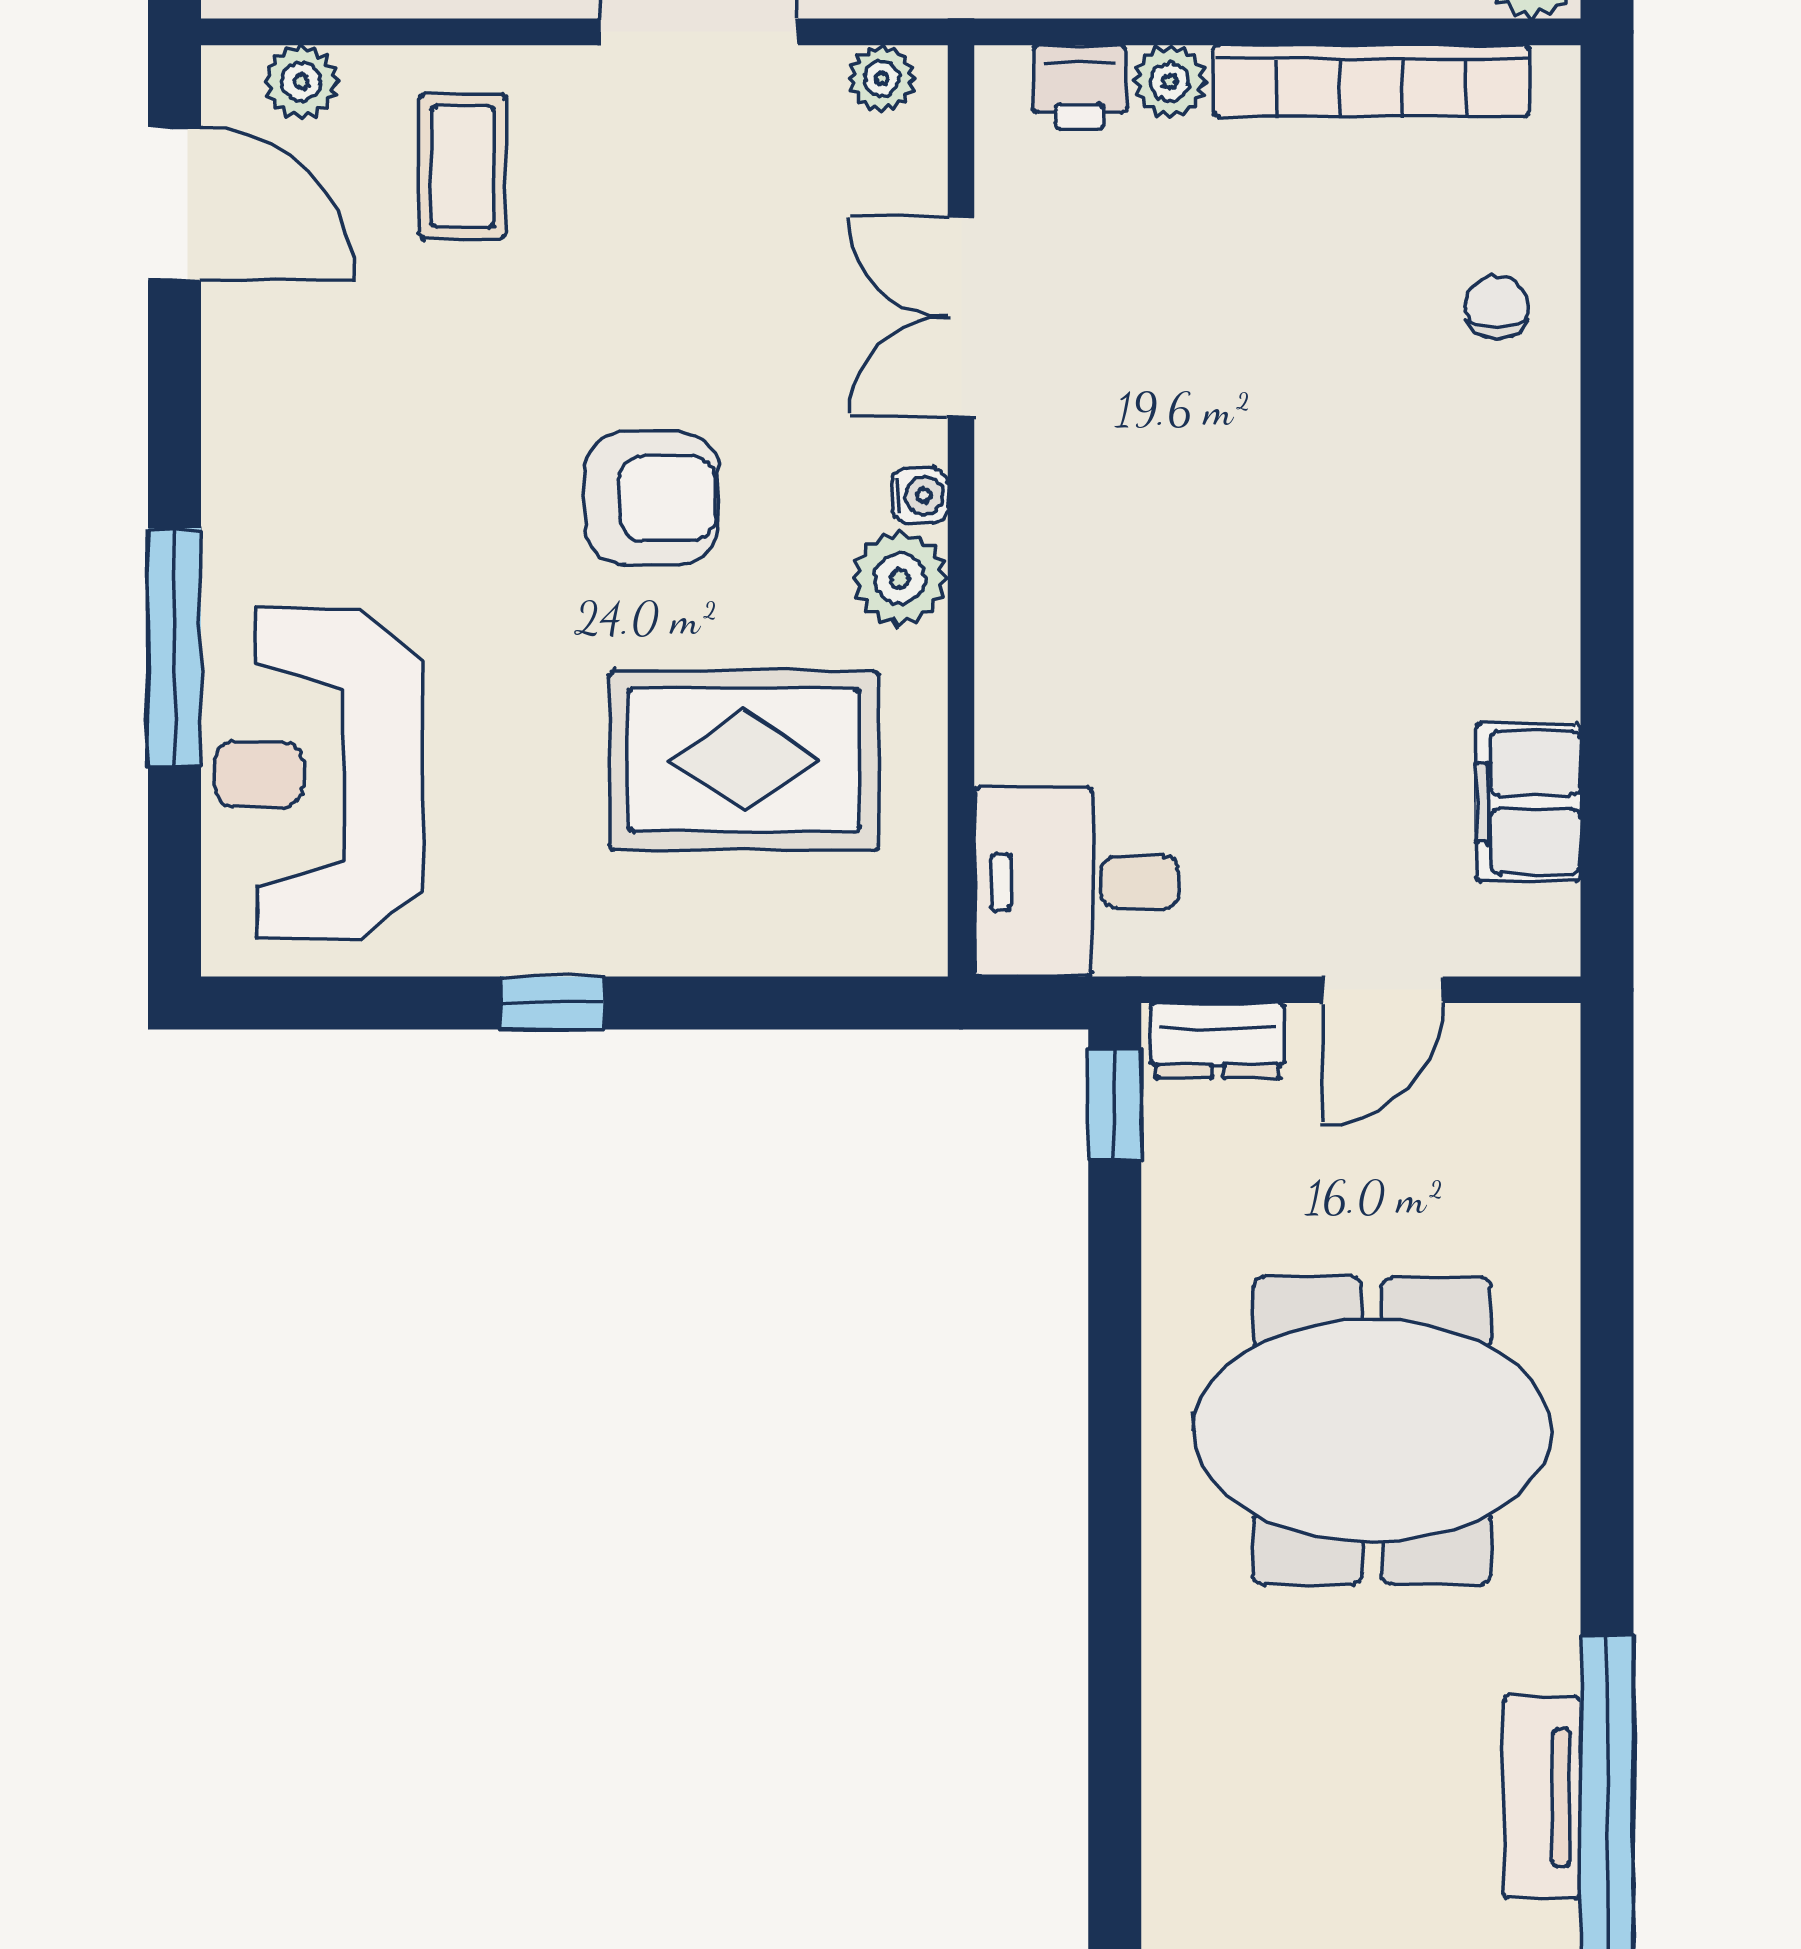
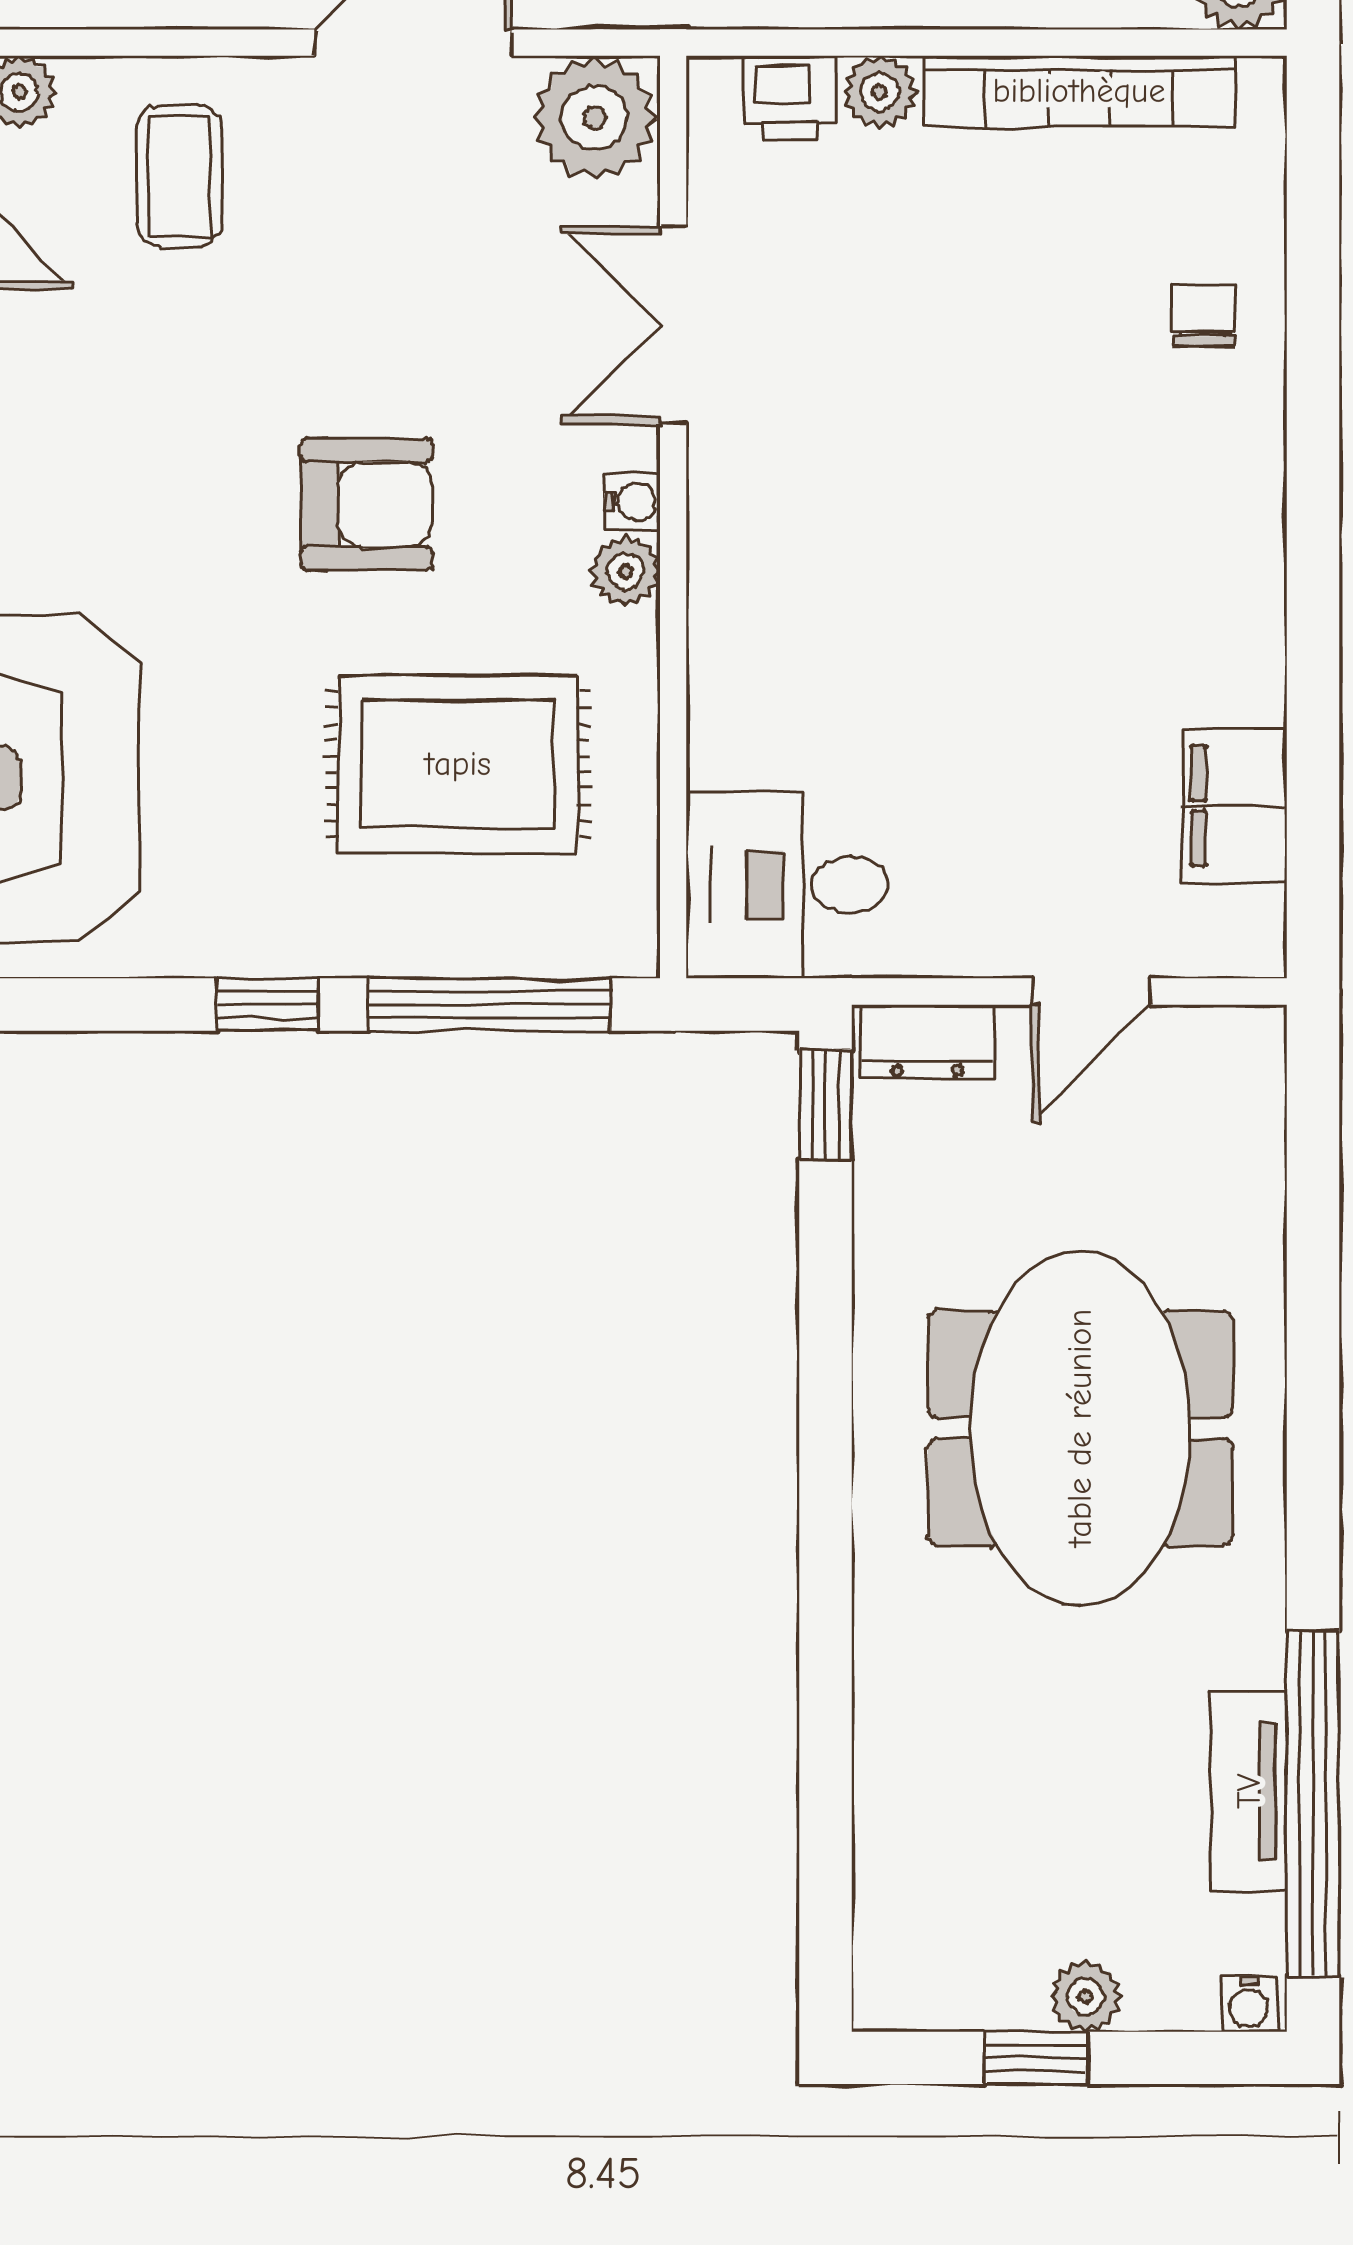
plant: (882, 78) -> (595, 117), width x1.88, depth x1.88
plant: (900, 579) -> (625, 571), width x0.73, depth x0.73
window: (775, 1003) -> (489, 1005), added
meeting table: (1372, 1431) -> (1080, 1428), turned 90

